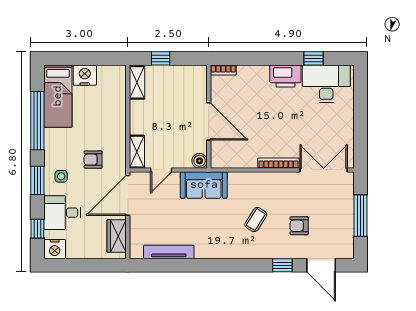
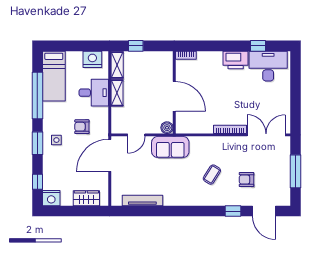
nightstand: (85, 75) -> (92, 59), moved
shelving: (137, 152) -> (117, 93), moved
desk: (62, 213) -> (94, 93), moved, turned 180
wardrobe: (117, 236) -> (86, 198), moved, turned 90

